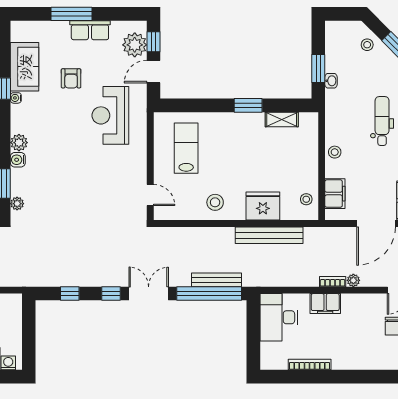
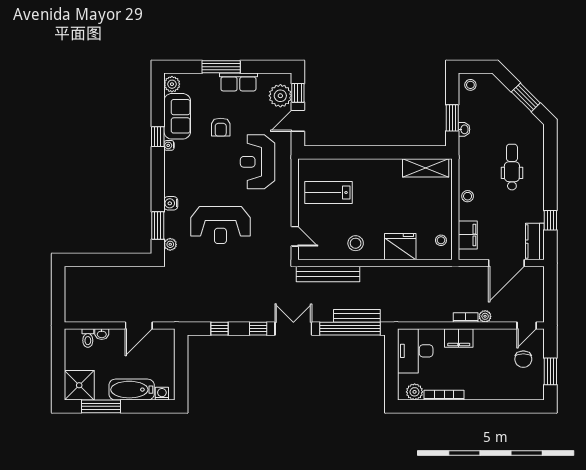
stool: (367, 45) -> (470, 85), moved
window: (248, 105) -> (387, 152), removed
shelving: (282, 119) -> (426, 168), width x1.50, depth x1.33
plant: (19, 143) -> (172, 84), moved
lab bench: (186, 148) -> (329, 192), turned -90
reception desk: (71, 183) -> (220, 225), added
bench: (269, 235) -> (328, 274), moved
plant: (278, 361) -> (415, 392), added

